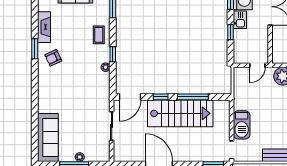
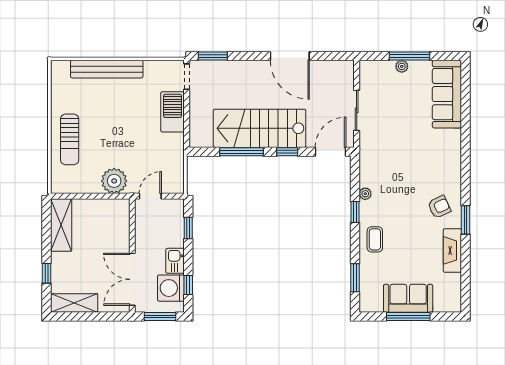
window: (230, 32) -> (188, 228), moved

